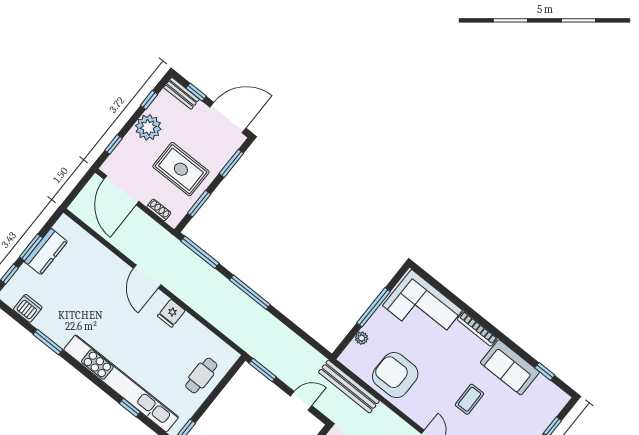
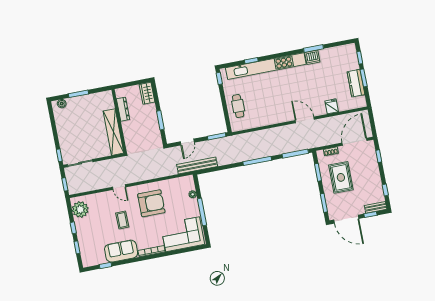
door: (228, 118) -> (346, 219), hinge flipped
plant: (148, 127) -> (373, 179), removed
rug: (181, 169) -> (341, 177), turned 90
door: (121, 190) -> (354, 142), hinge flipped
dishwasher: (28, 308) -> (312, 57), moved
fridge: (171, 313) -> (332, 106), moved
armchair: (395, 375) -> (151, 203), moved
bench: (349, 386) -> (197, 165), moved

